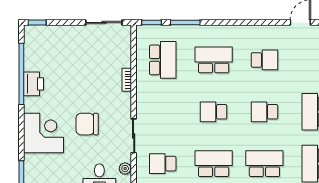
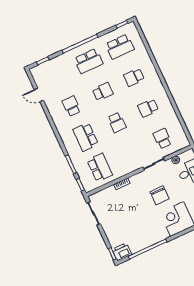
school desk: (163, 60) -> (100, 168), turned 90
printer: (34, 84) -> (122, 252), moved
school desk: (264, 112) -> (103, 92), turned -90
school desk: (163, 164) -> (162, 139), turned 180
school desk: (214, 164) -> (148, 108), width x0.54
school desk: (264, 164) -> (134, 77), width x0.54

